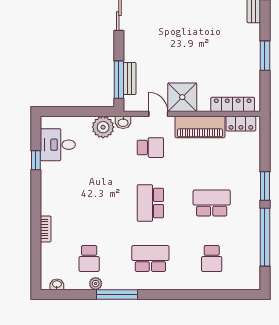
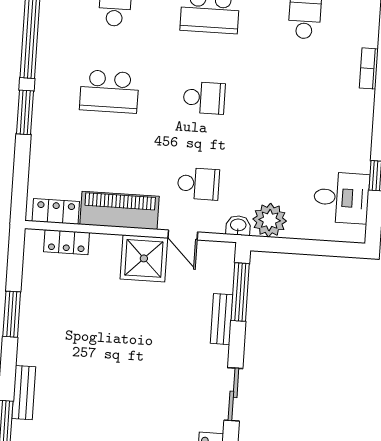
bench: (130, 79) -> (222, 319), moved
locker: (233, 104) -> (67, 242), width x0.66
school desk: (150, 148) -> (198, 184), turned 180
school desk: (150, 203) -> (204, 98), width x0.54

